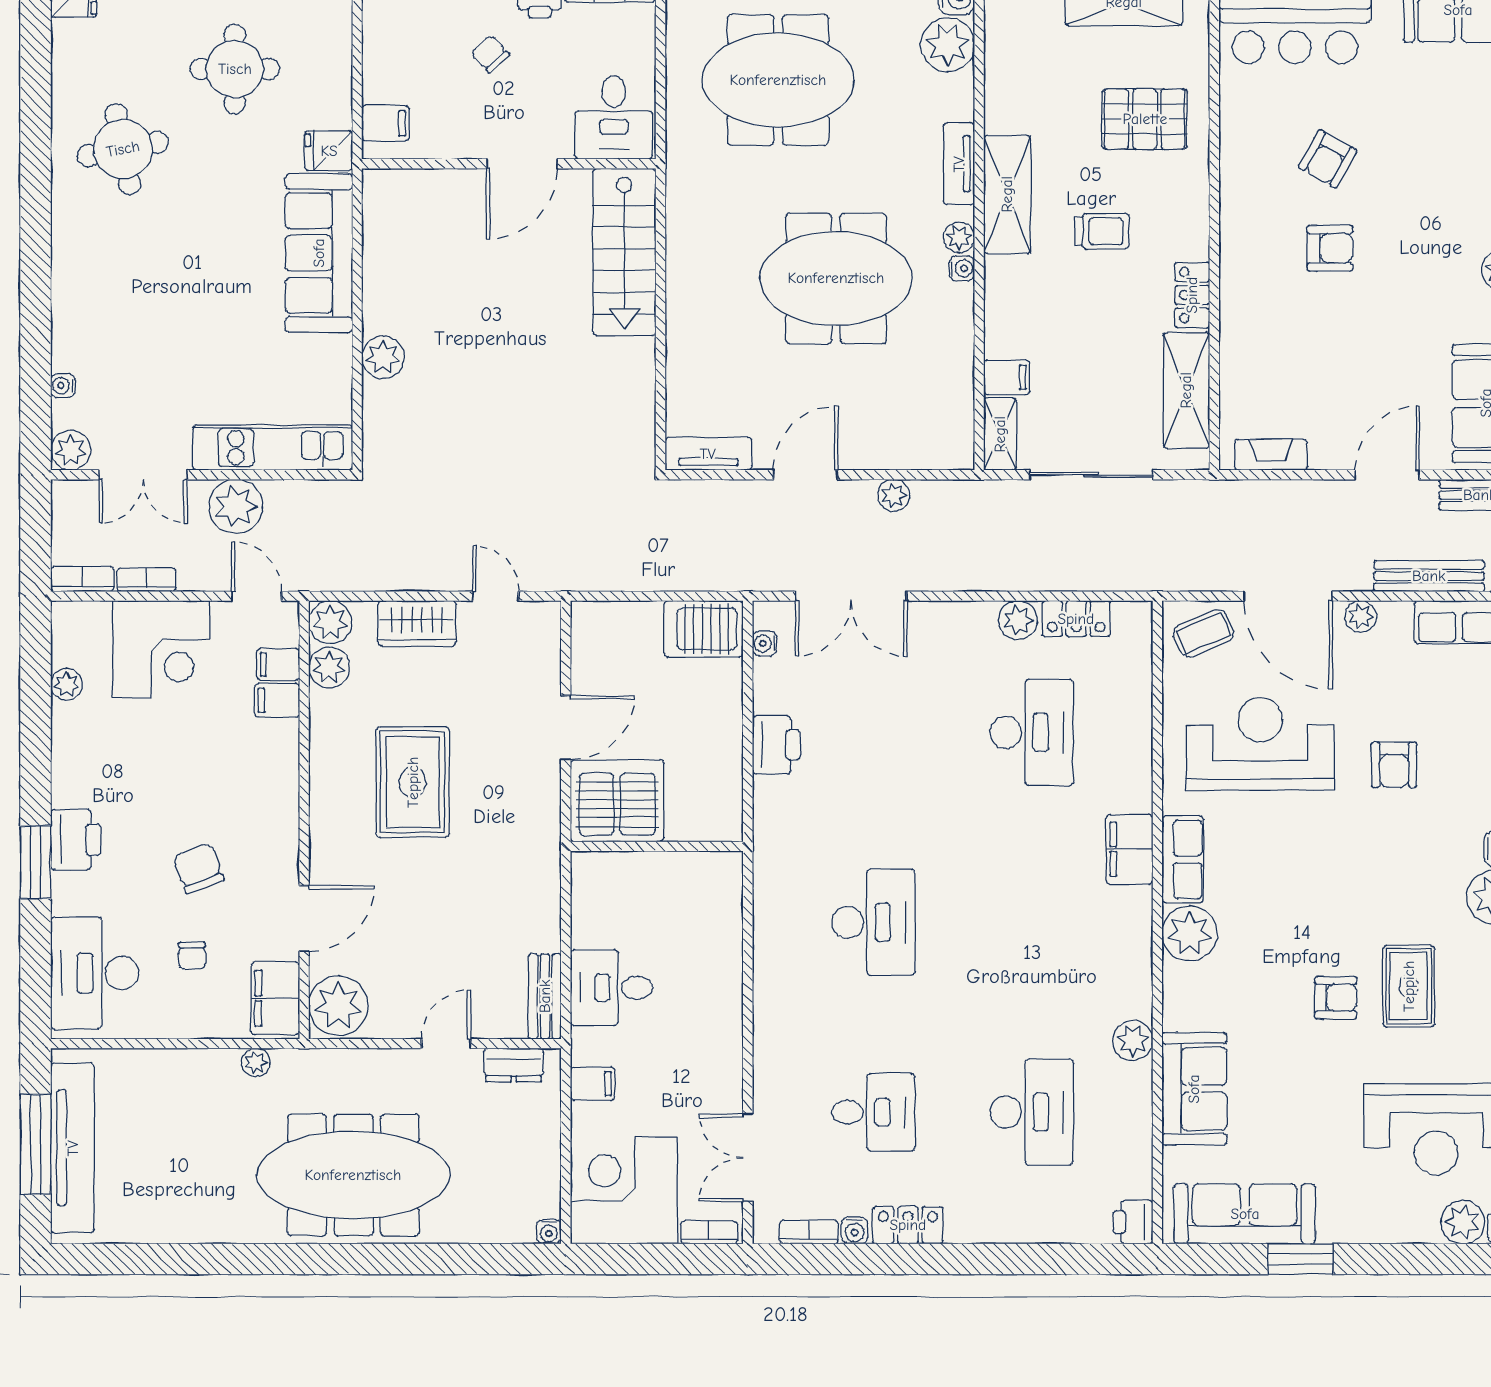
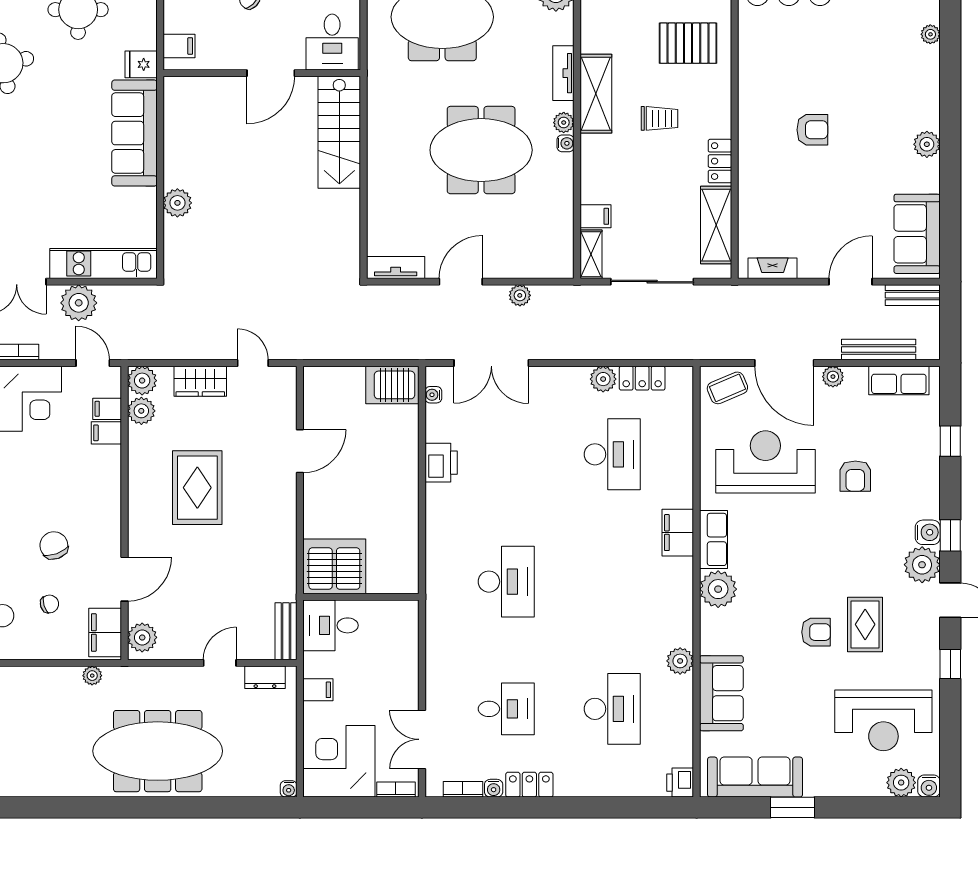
armchair: (1328, 159) -> (811, 70), removed
server rack: (617, 801) -> (334, 566), moved
wall: (657, 846) -> (361, 597), moved
chair: (192, 956) -> (49, 604), turned -107
plant: (338, 1006) -> (142, 637), width x0.73, depth x0.73

